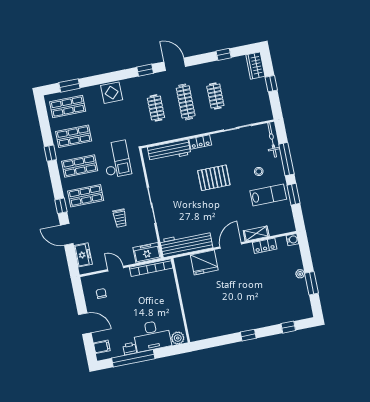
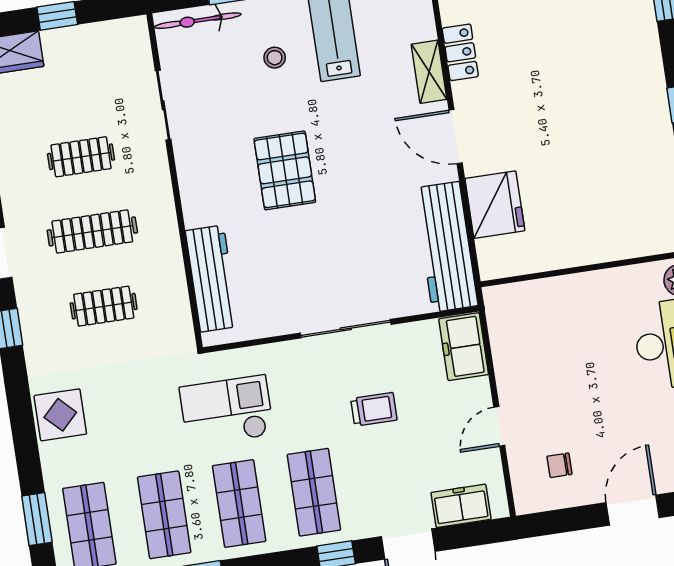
locker: (200, 142) -> (194, 200), removed
bookcase: (151, 268) -> (501, 338), removed

